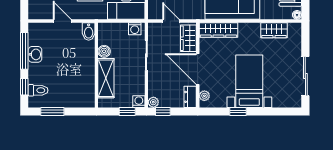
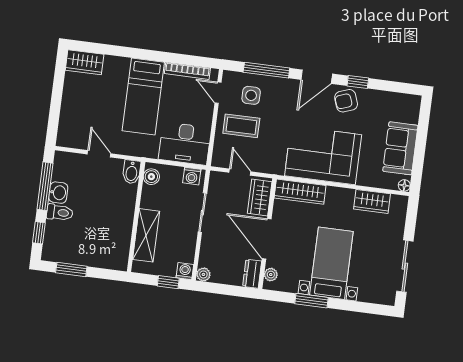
boiler: (104, 51) -> (151, 177), moved
toilet: (38, 90) -> (60, 212), moved
window: (163, 111) -> (214, 288), removed
window: (238, 111) -> (312, 301), width x1.50

